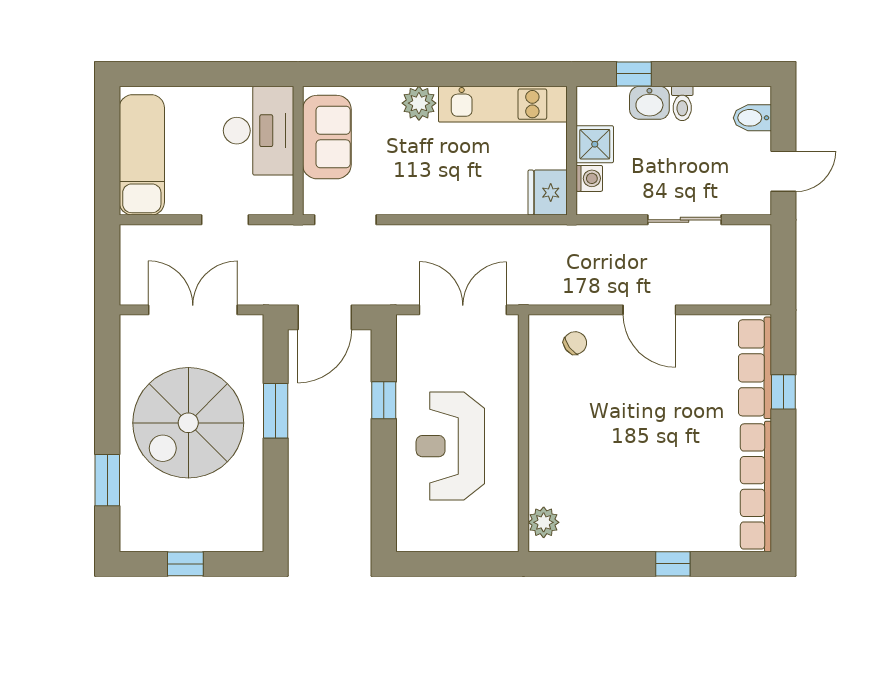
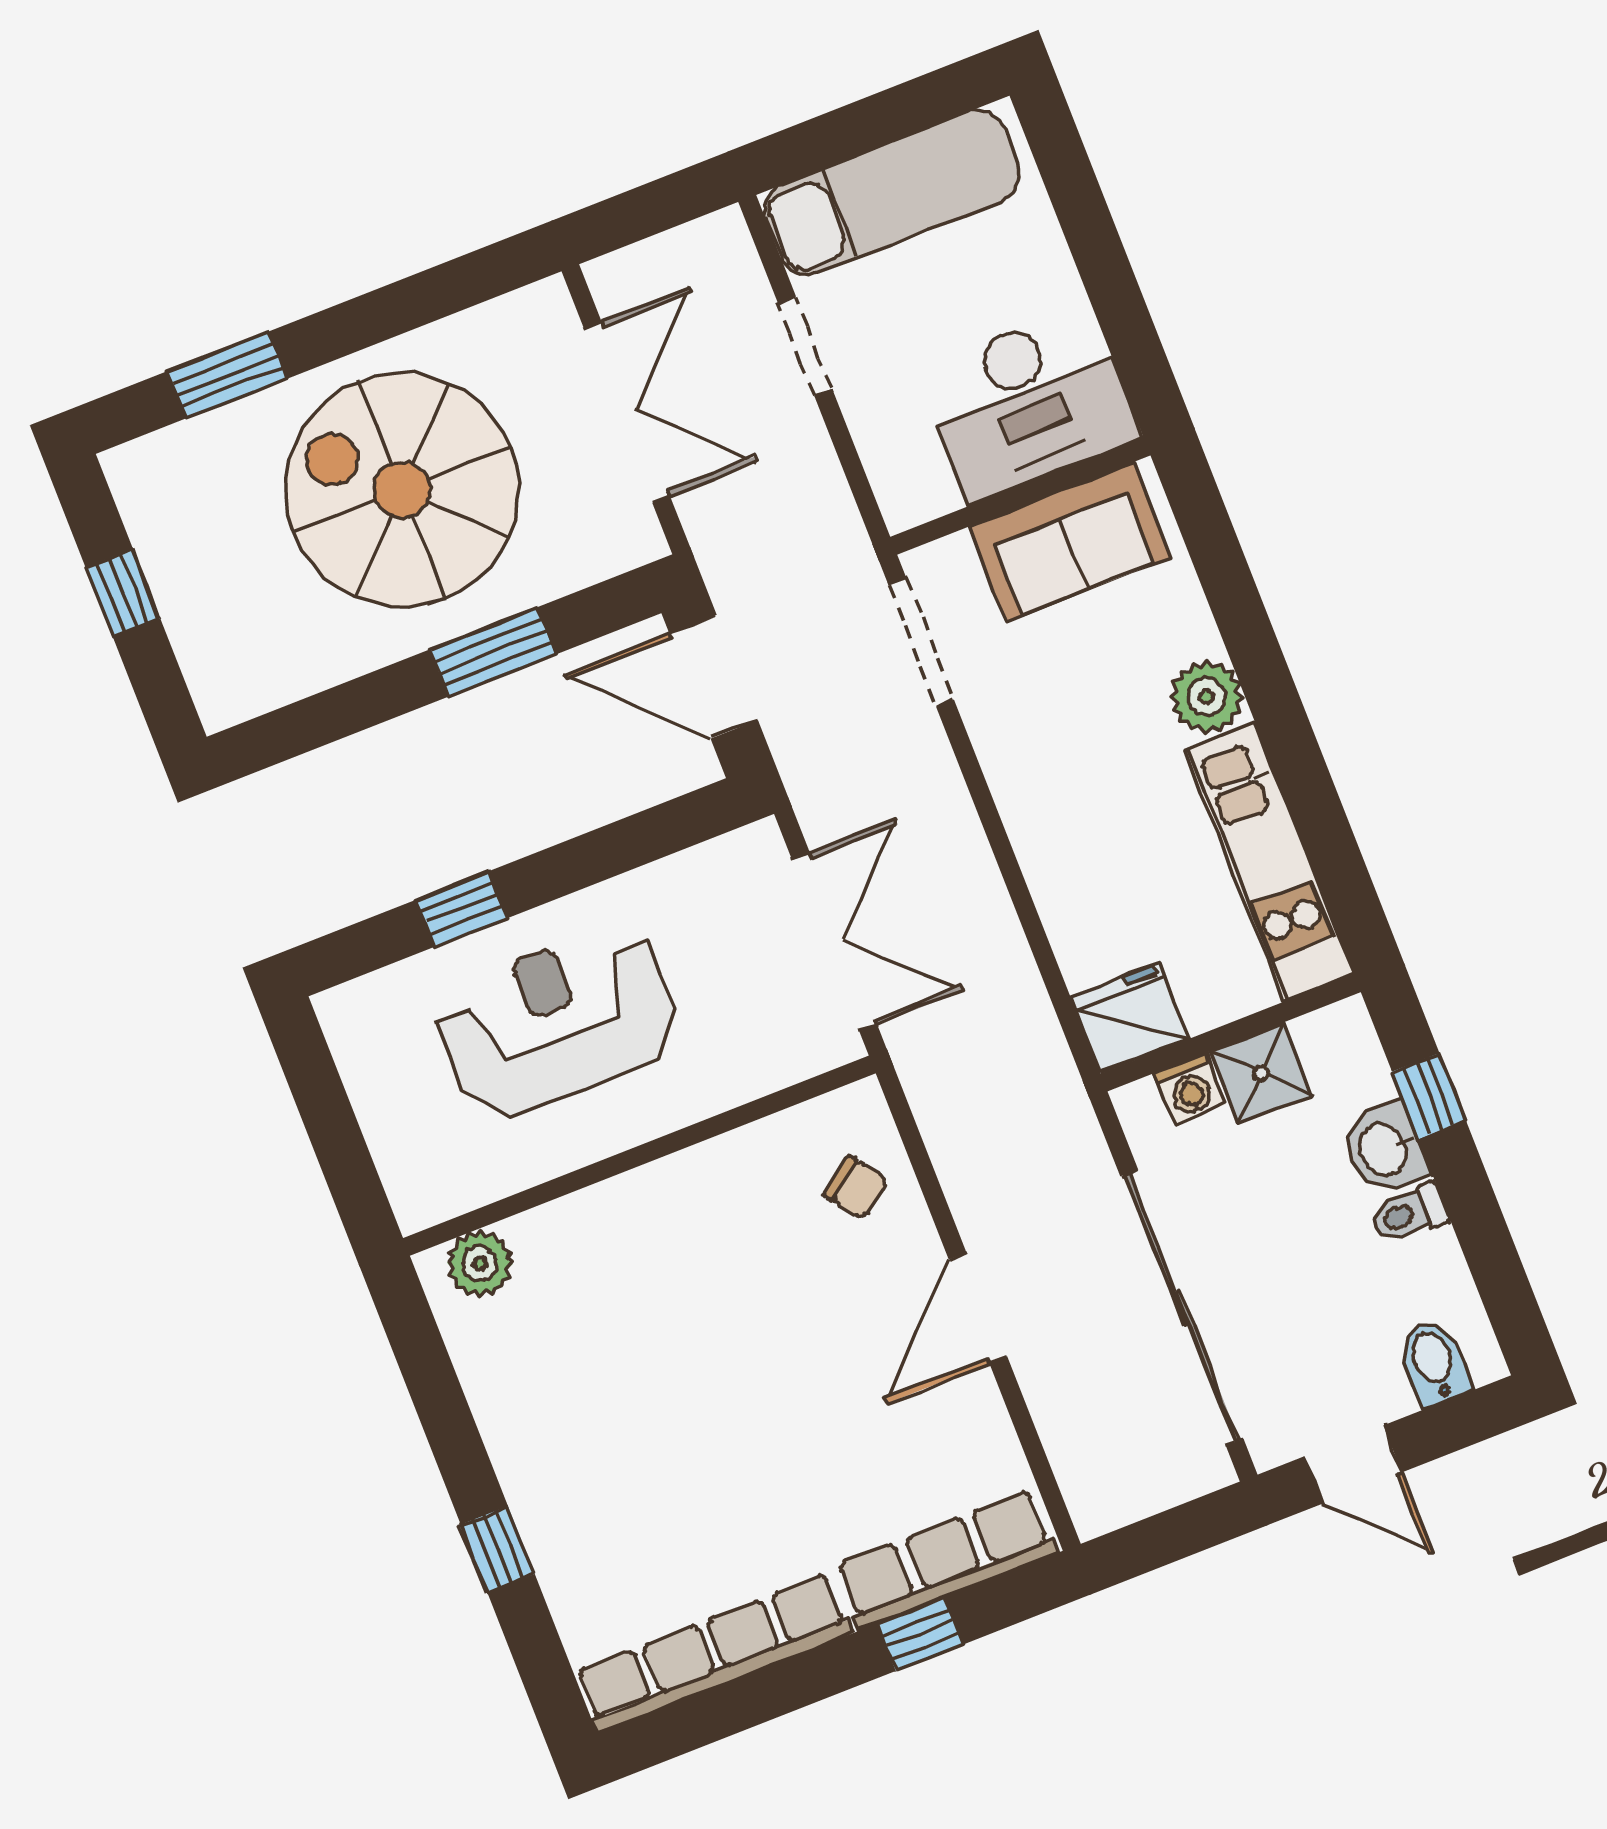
doorway: (225, 220) -> (805, 346), moved
sliding door: (685, 220) -> (1182, 1308), width x1.86
window: (384, 400) -> (462, 909), moved

